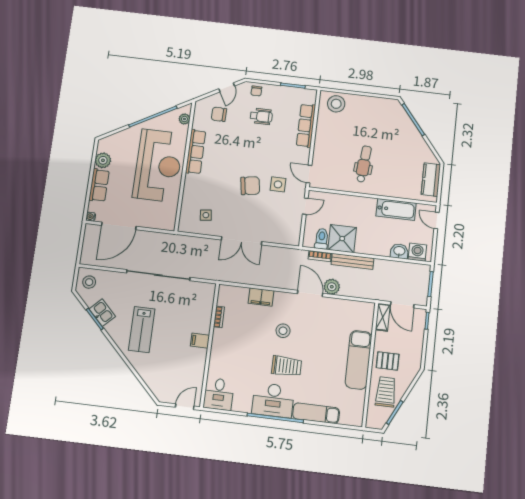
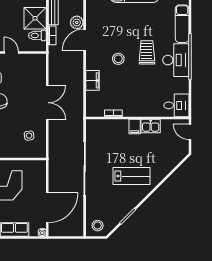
door: (119, 226) -> (47, 208), hinge flipped
kitchen sink: (102, 313) -> (151, 126), moved, turned -135

